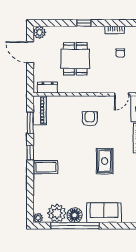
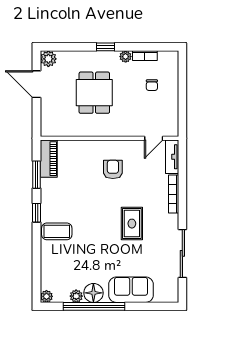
plant: (100, 31) -> (126, 57), added
dresser: (47, 88) -> (59, 130), removed
plant: (57, 213) -> (76, 296), width x0.53, depth x0.53

